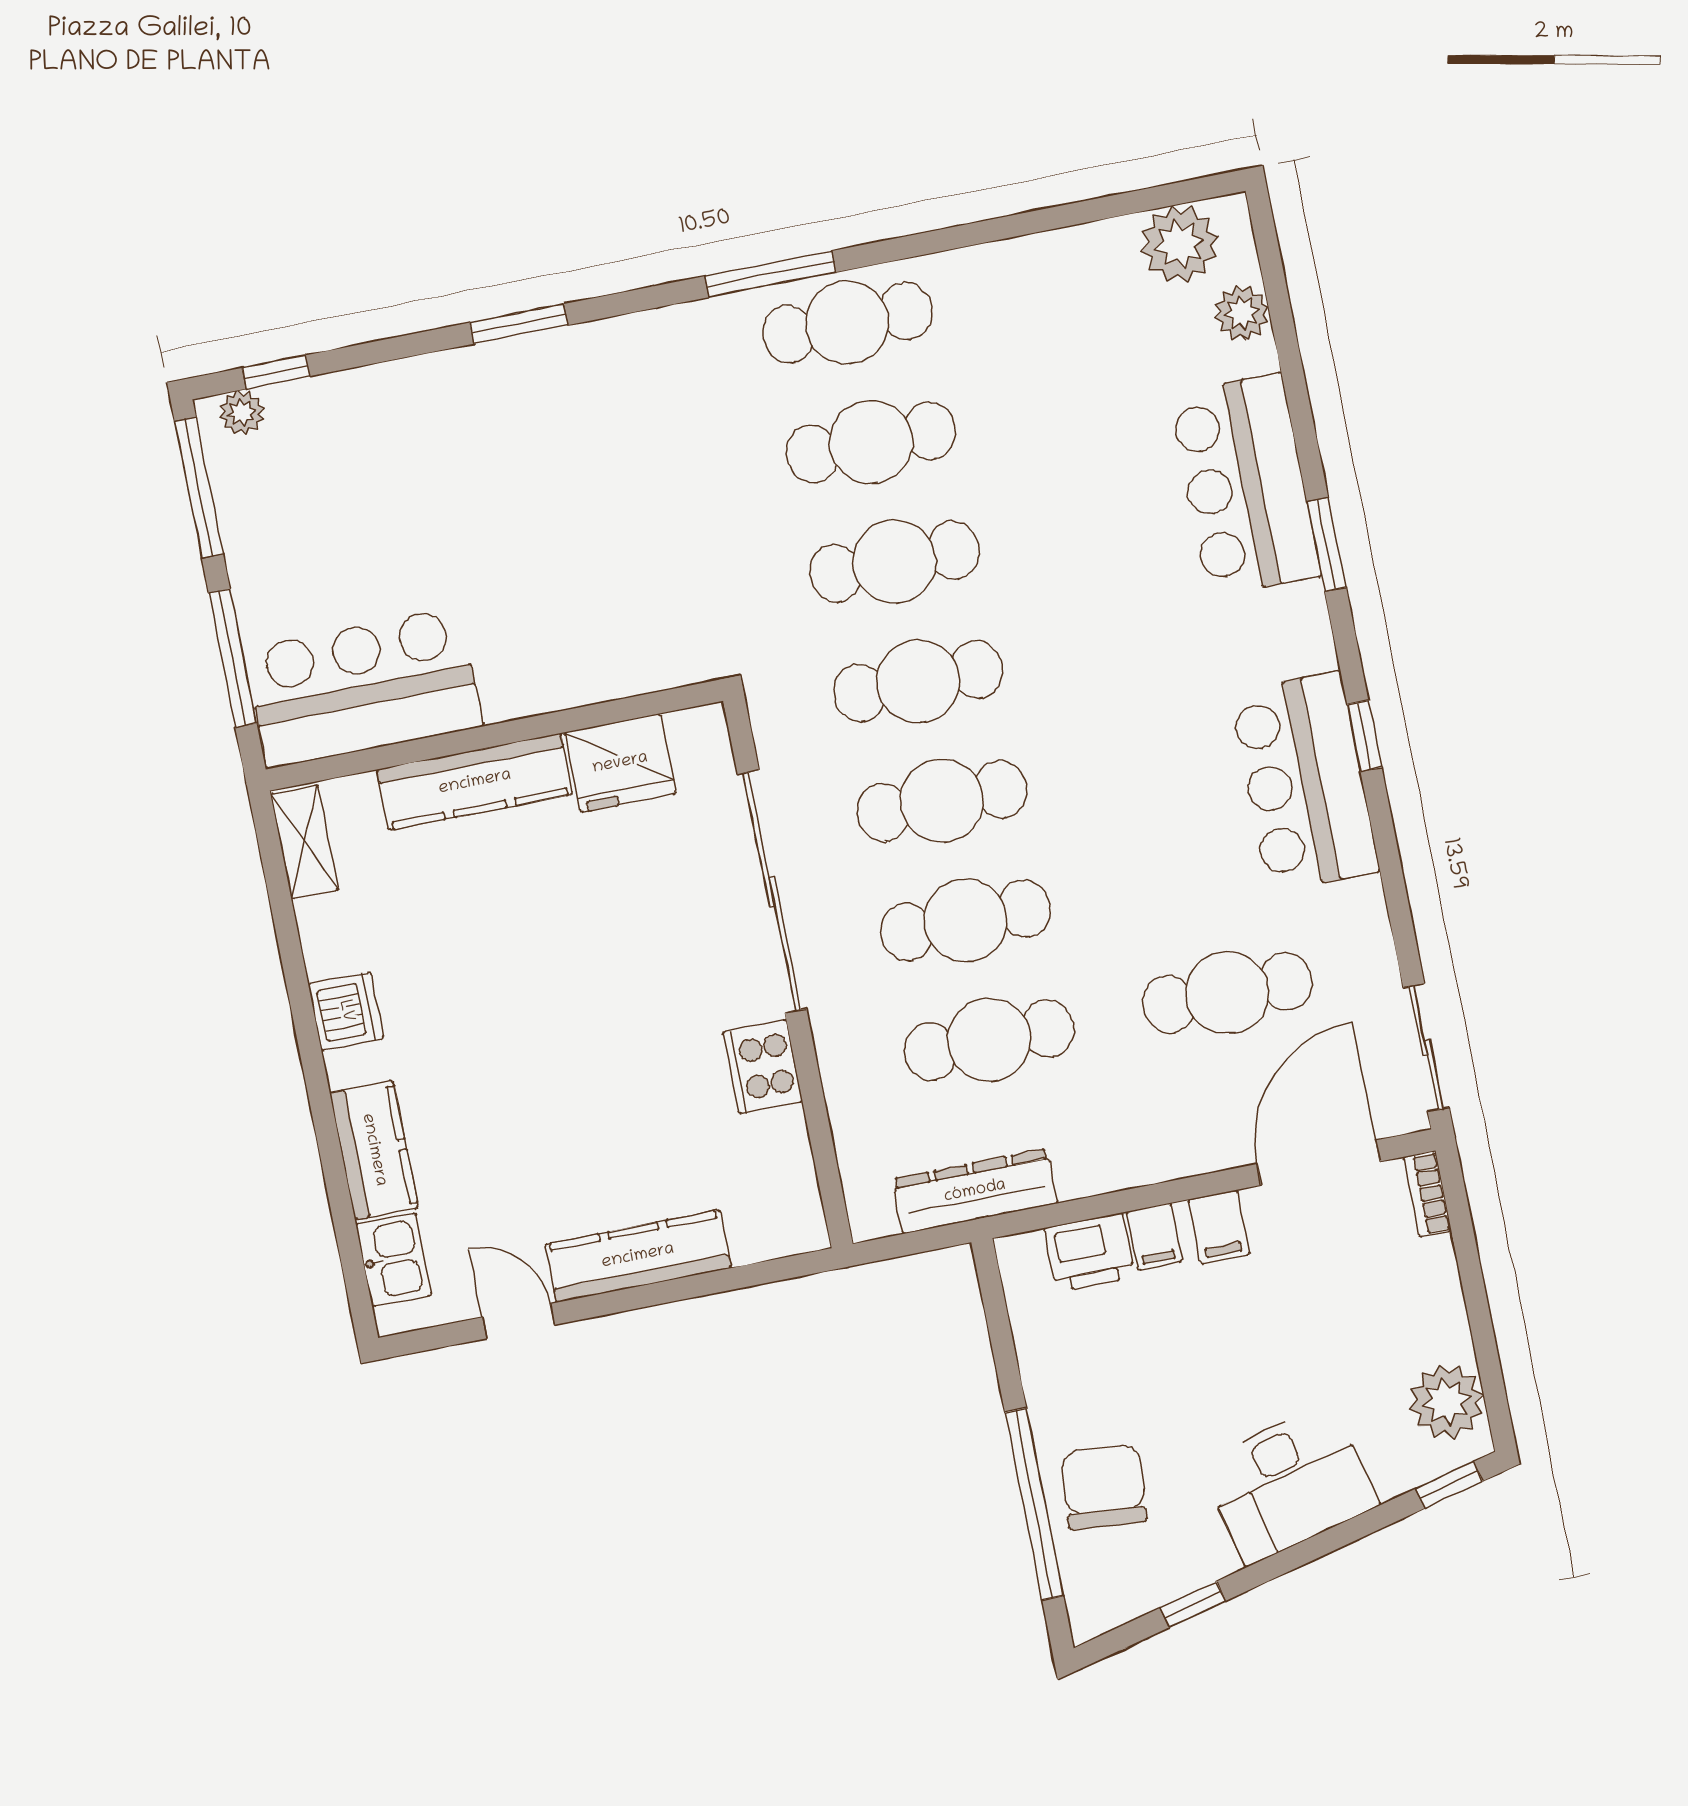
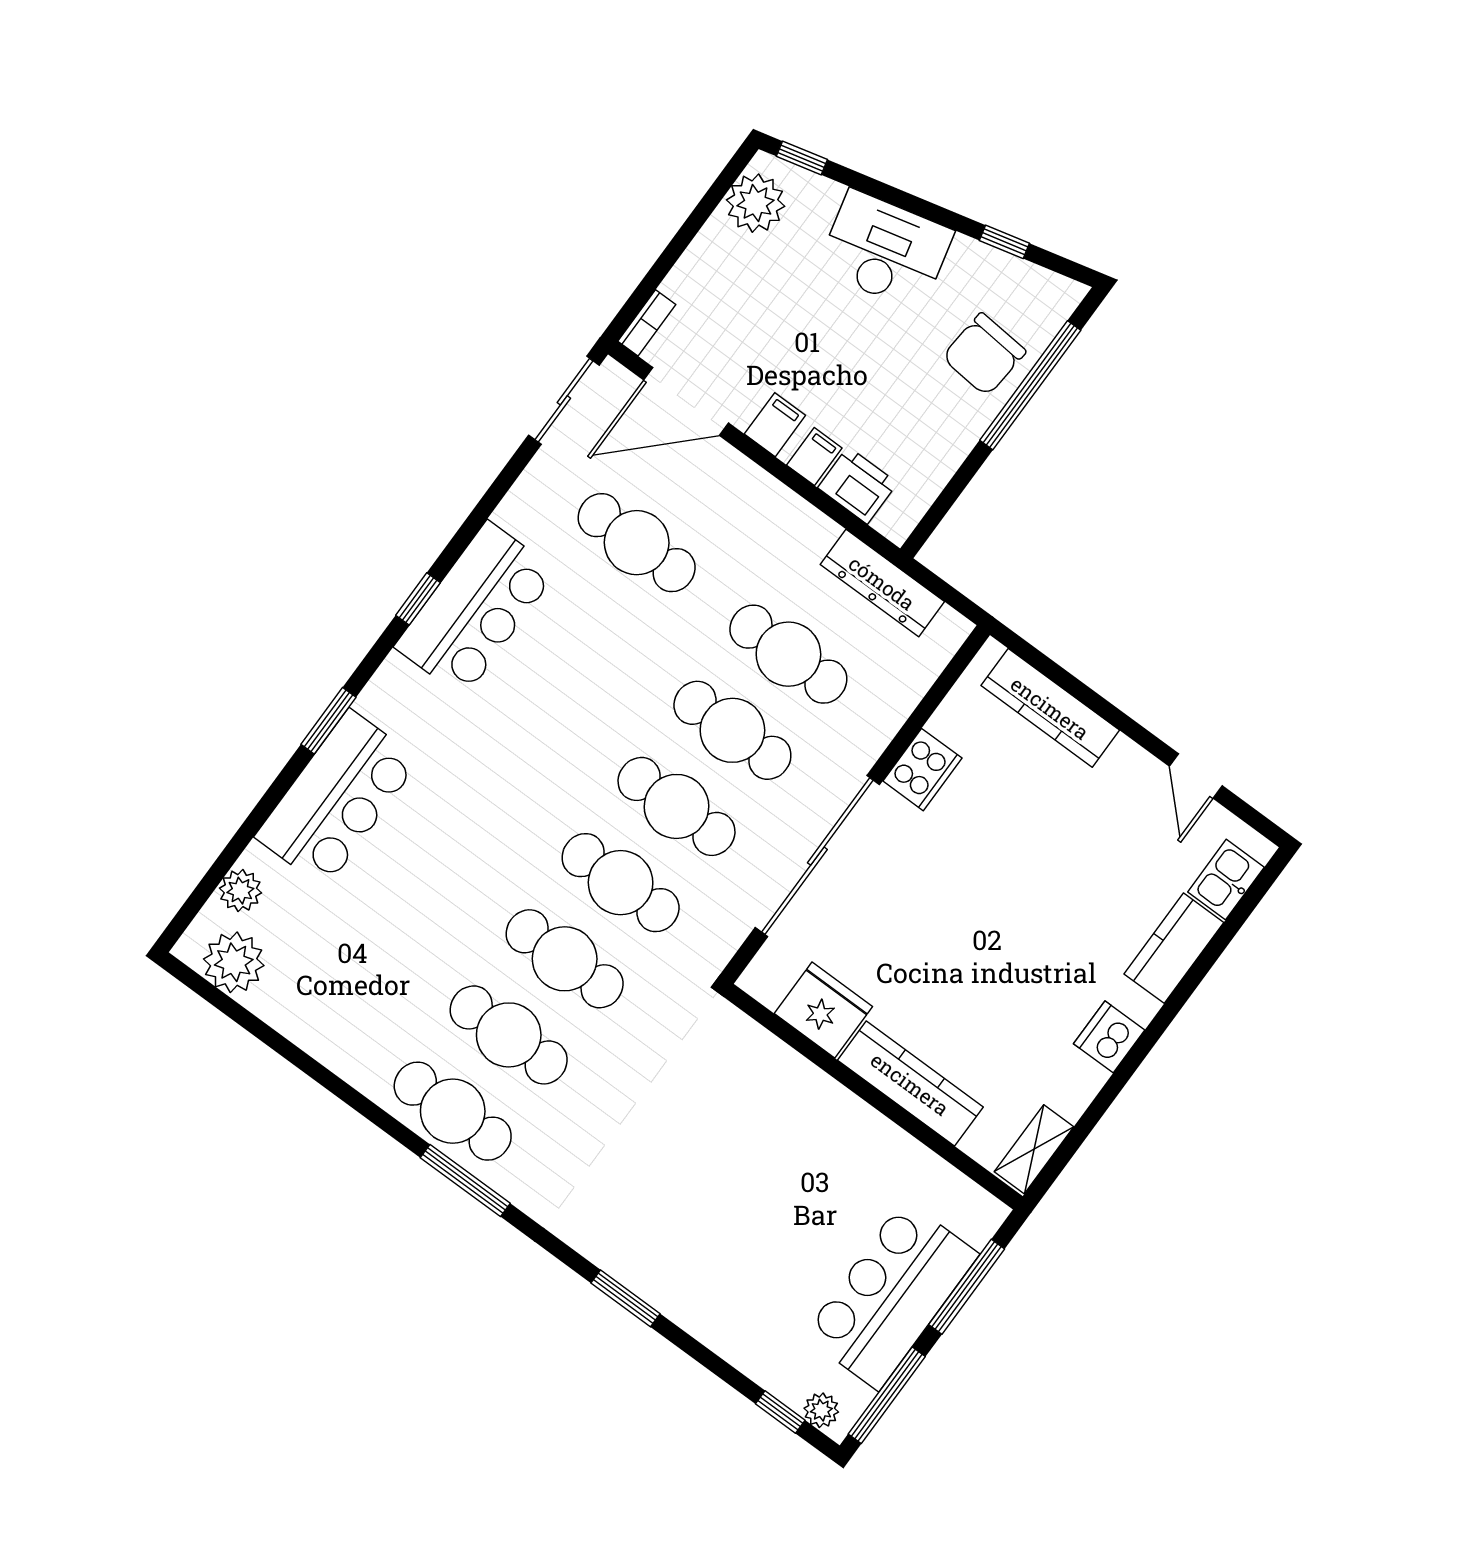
bar counter: (364, 688) -> (891, 1295), moved, turned 90
kitchen counter: (638, 1256) -> (1050, 708), moved

